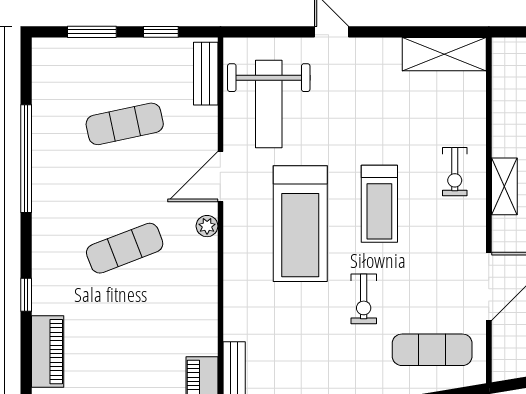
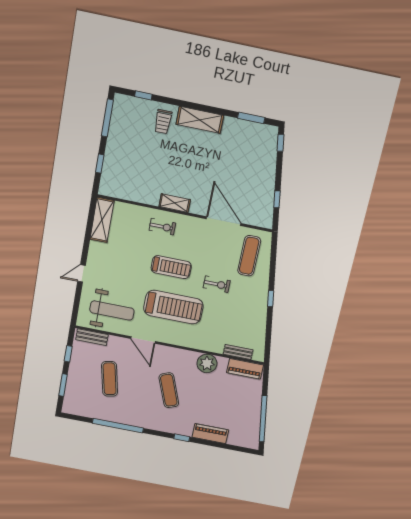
plant: (207, 226) -> (207, 363), moved, width x1.87, depth x1.87

